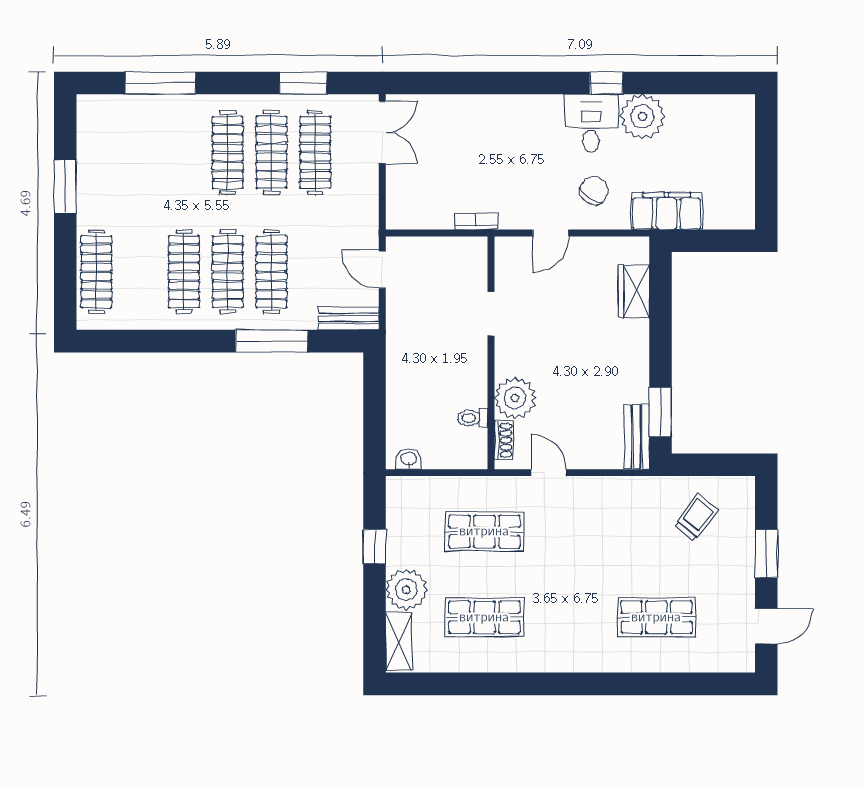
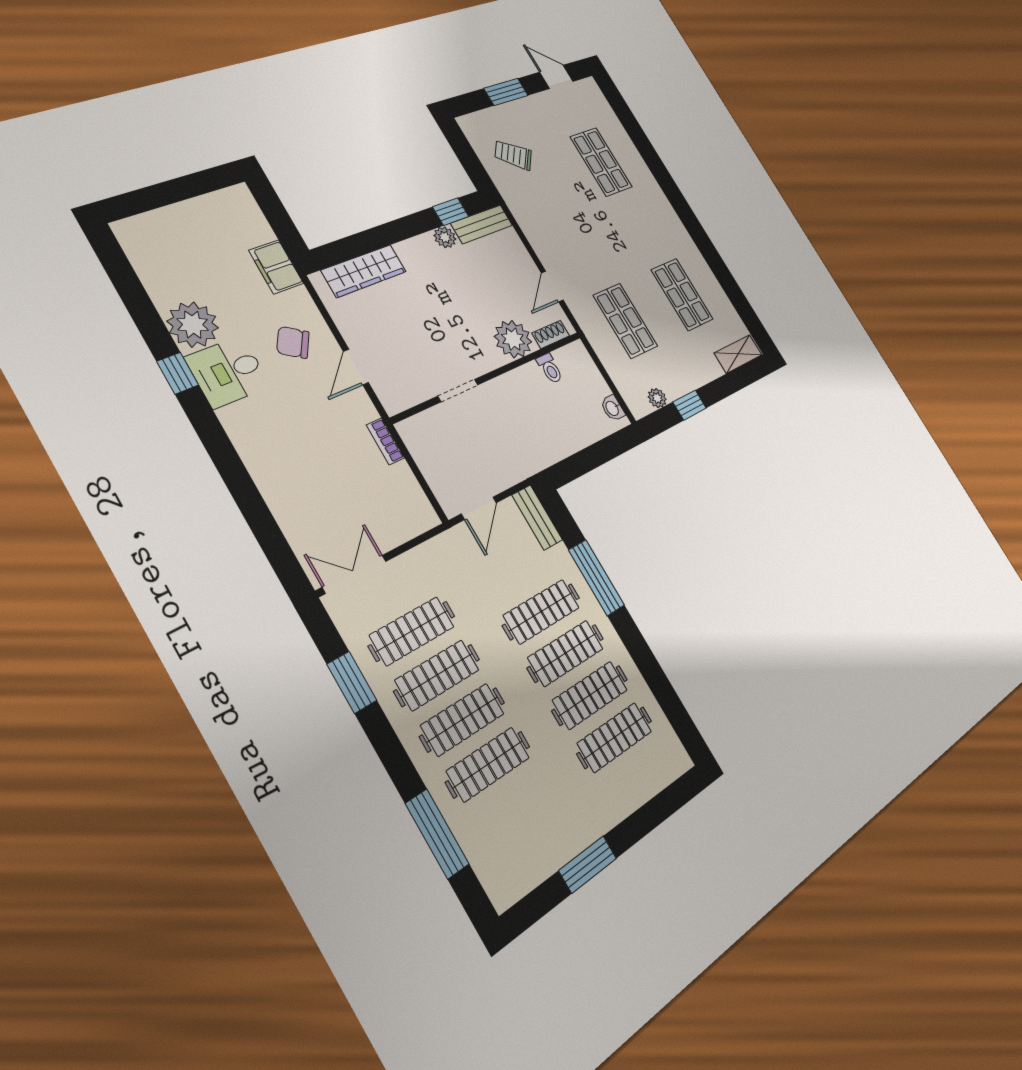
clothes rail: (184, 152) -> (488, 764), added
filing cabinet: (667, 211) -> (276, 267), width x0.67, depth x0.86
door: (551, 233) -> (356, 367), swing flipped
clothes rail: (96, 272) -> (615, 737), moved
wardrobe: (634, 291) -> (364, 271), width x1.50
plant: (637, 390) -> (445, 237), added
window: (660, 412) -> (451, 212), width x0.67
plant: (406, 590) -> (657, 398), moved, width x0.53, depth x0.53

